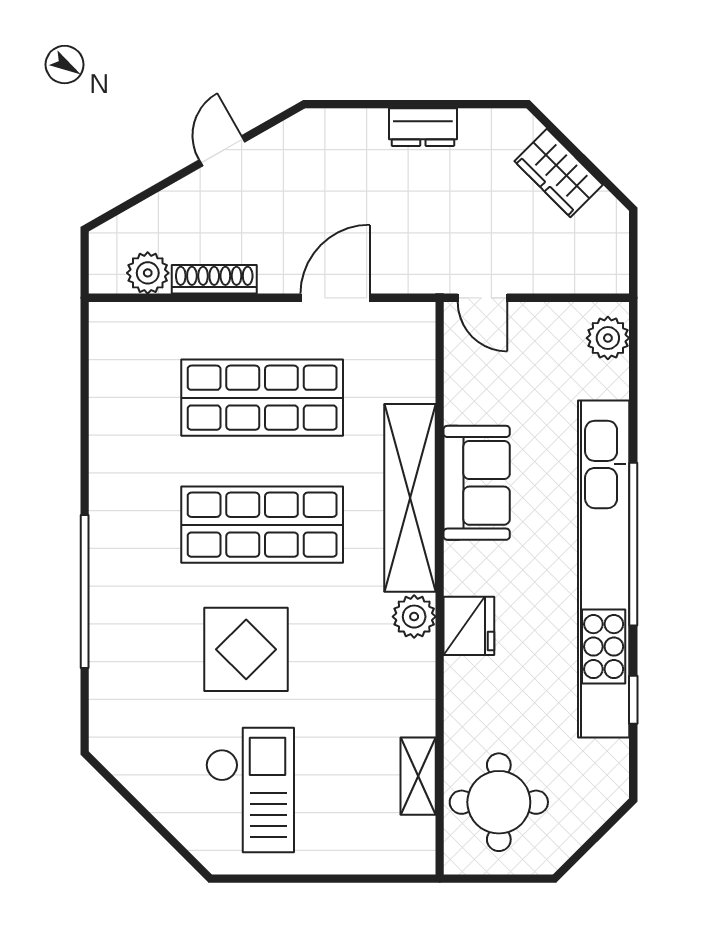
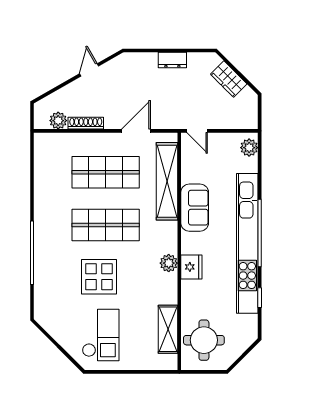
shelving: (410, 498) -> (167, 181), moved
shelving: (418, 776) -> (168, 329), width x1.50, depth x1.33

